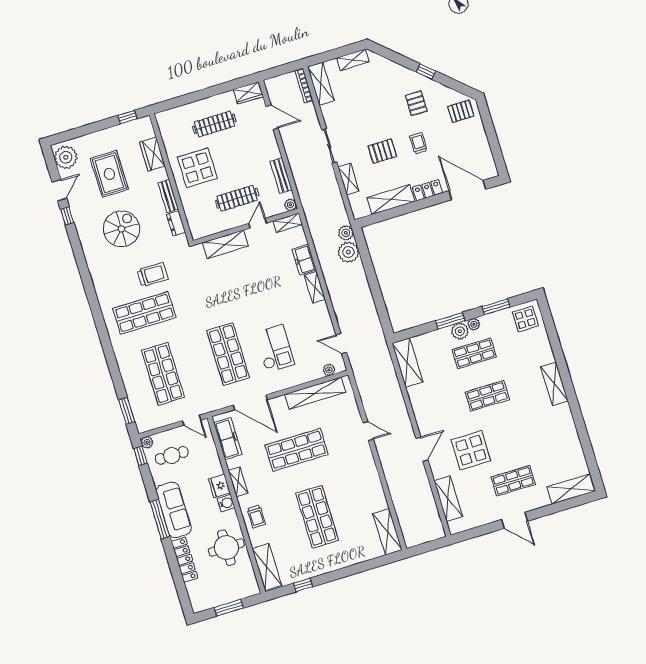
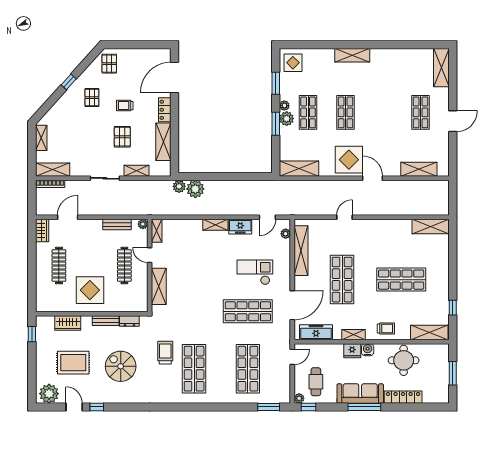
pallet: (416, 103) -> (92, 98), turned 90
freezer: (304, 260) -> (240, 227), moved
shop shelf: (163, 374) -> (248, 369), turned 90
display table: (471, 450) -> (349, 160), moved

